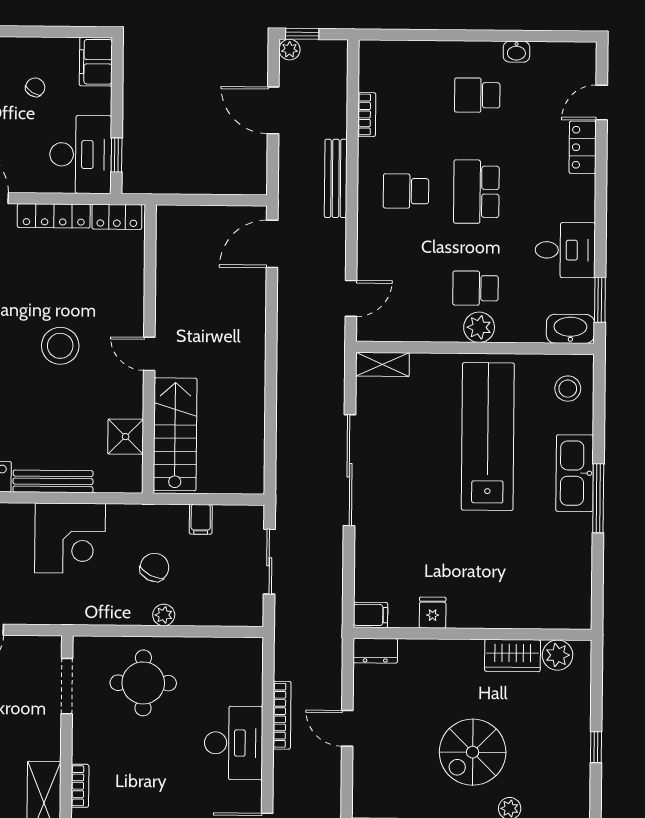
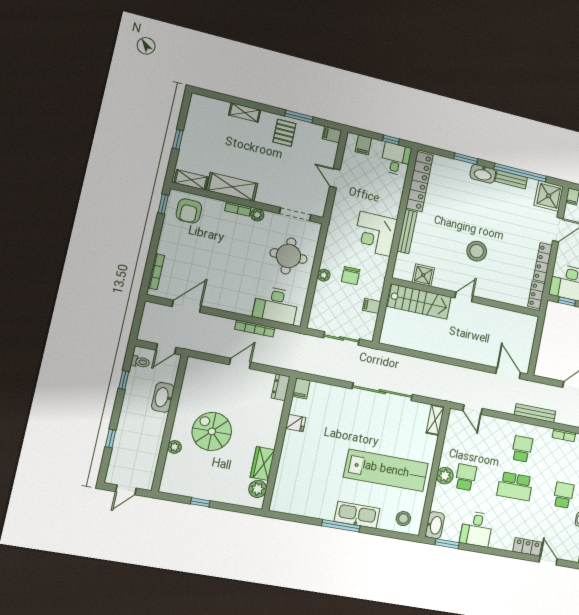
school desk: (476, 192) -> (515, 486), turned 180
chair: (154, 567) -> (351, 276), turned 63
desk: (233, 743) -> (276, 305), moved
plant: (83, 751) -> (257, 215), added

